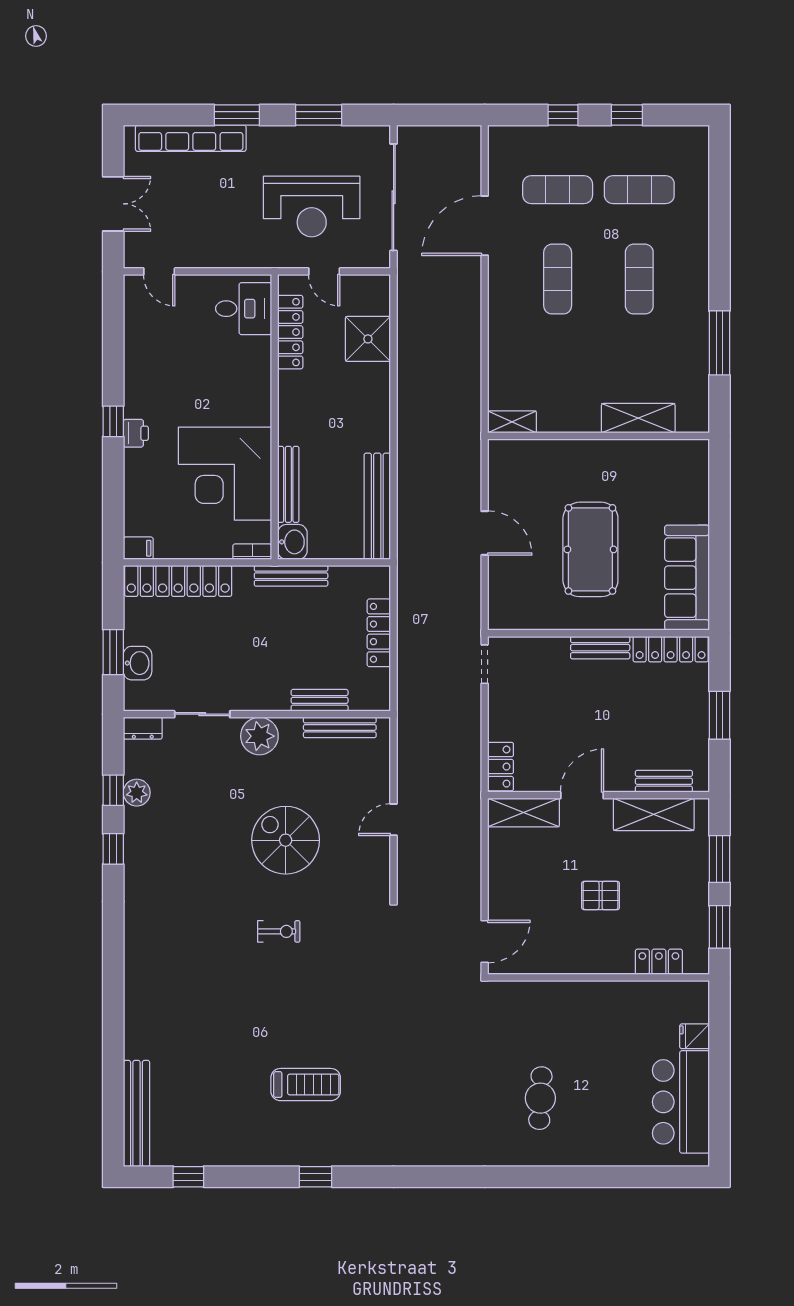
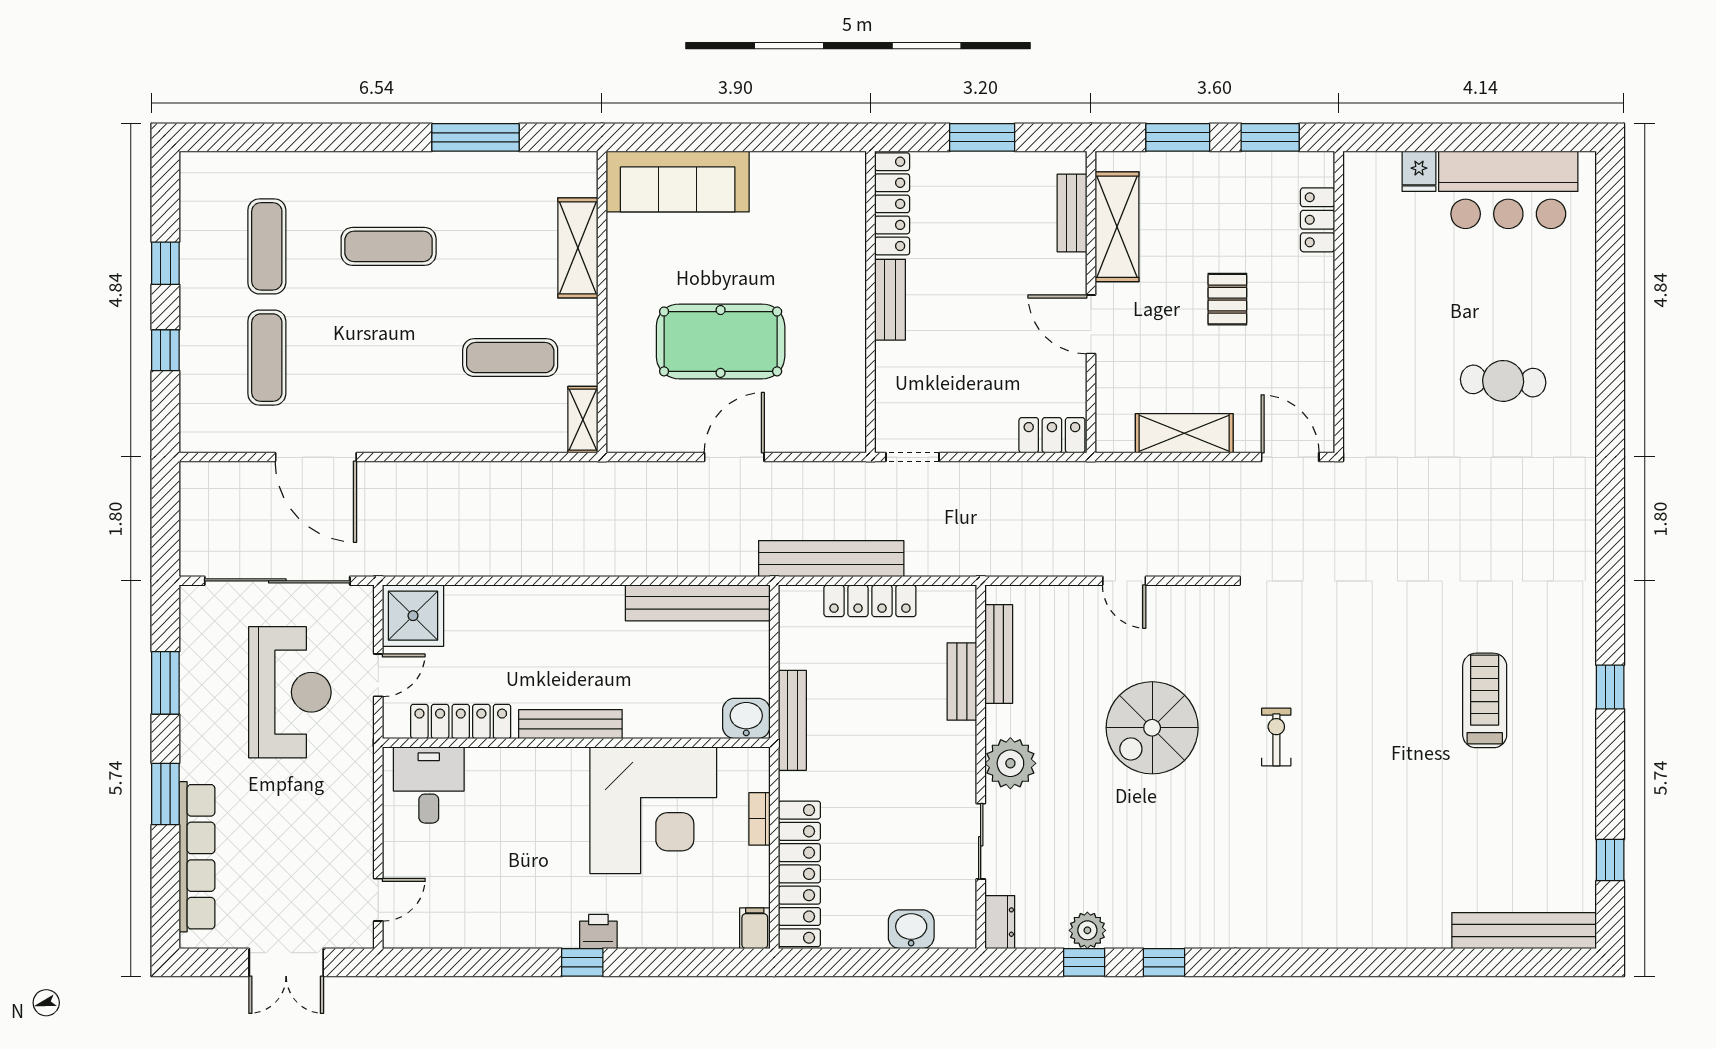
double door: (113, 204) -> (286, 962), swing flipped
exercise mat: (558, 279) -> (510, 358), moved
shower: (368, 339) -> (413, 616), moved
bench: (288, 484) -> (570, 724), moved
pool table: (590, 549) -> (721, 341), moved
bookcase: (252, 552) -> (759, 819), moved
sofa: (687, 578) -> (678, 182), moved
bench: (410, 604) -> (831, 559), added
window: (113, 652) -> (896, 962), removed
shelving: (524, 813) -> (1184, 433), moved, turned 90

